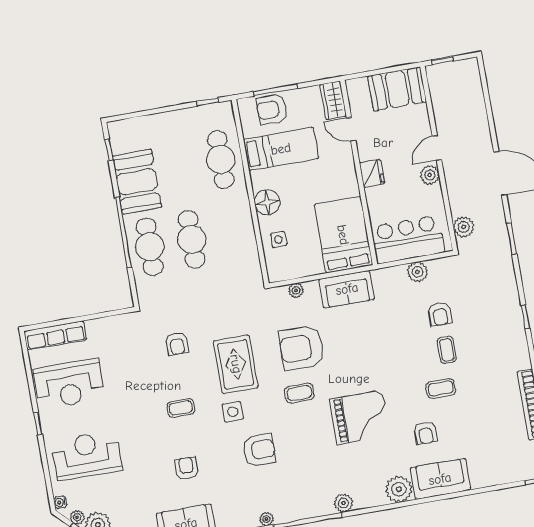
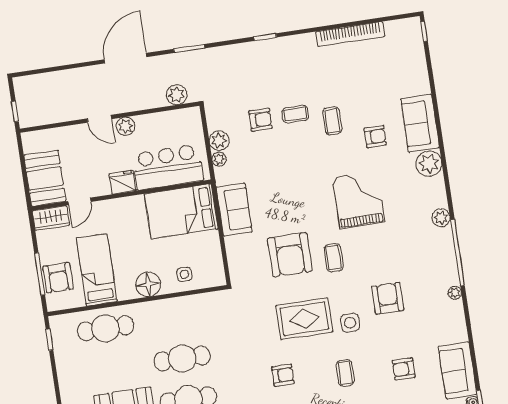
booth: (397, 89) -> (45, 178), moved
bar counter: (408, 239) -> (168, 167), moved, turned 90
plant: (296, 290) -> (219, 159), moved

